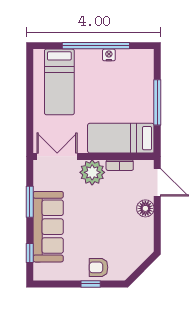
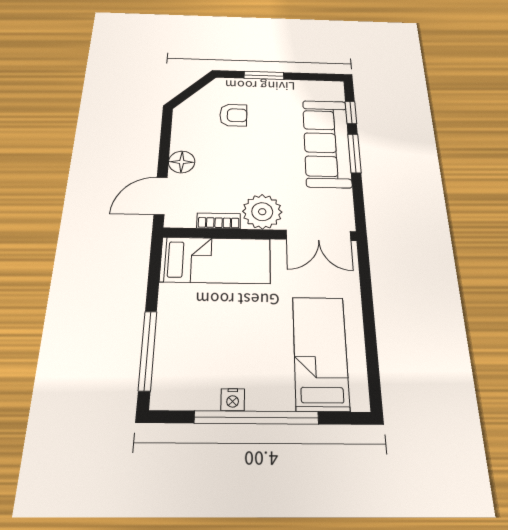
window: (157, 102) -> (148, 350), moved
door: (157, 182) -> (161, 196), hinge flipped
window: (30, 202) -> (354, 153), moved
armchair: (99, 267) -> (233, 115), moved
window: (91, 284) -> (264, 75), width x1.50

